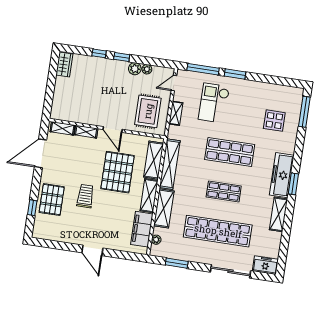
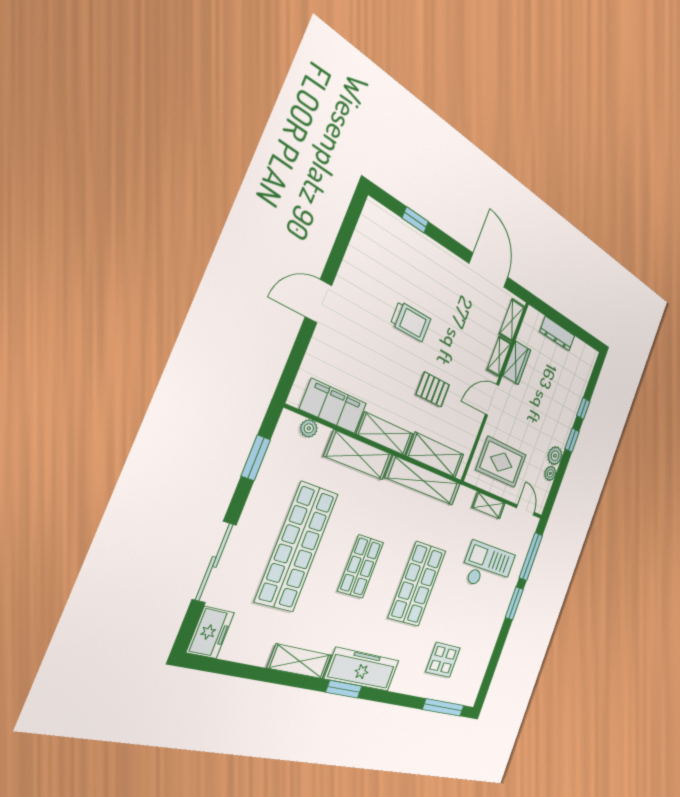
wardrobe: (64, 65) -> (517, 363), moved, turned -90
dresser: (59, 91) -> (557, 334), added
pallet: (118, 172) -> (433, 389), width x0.49, depth x0.50
pallet: (52, 200) -> (420, 260), removed

